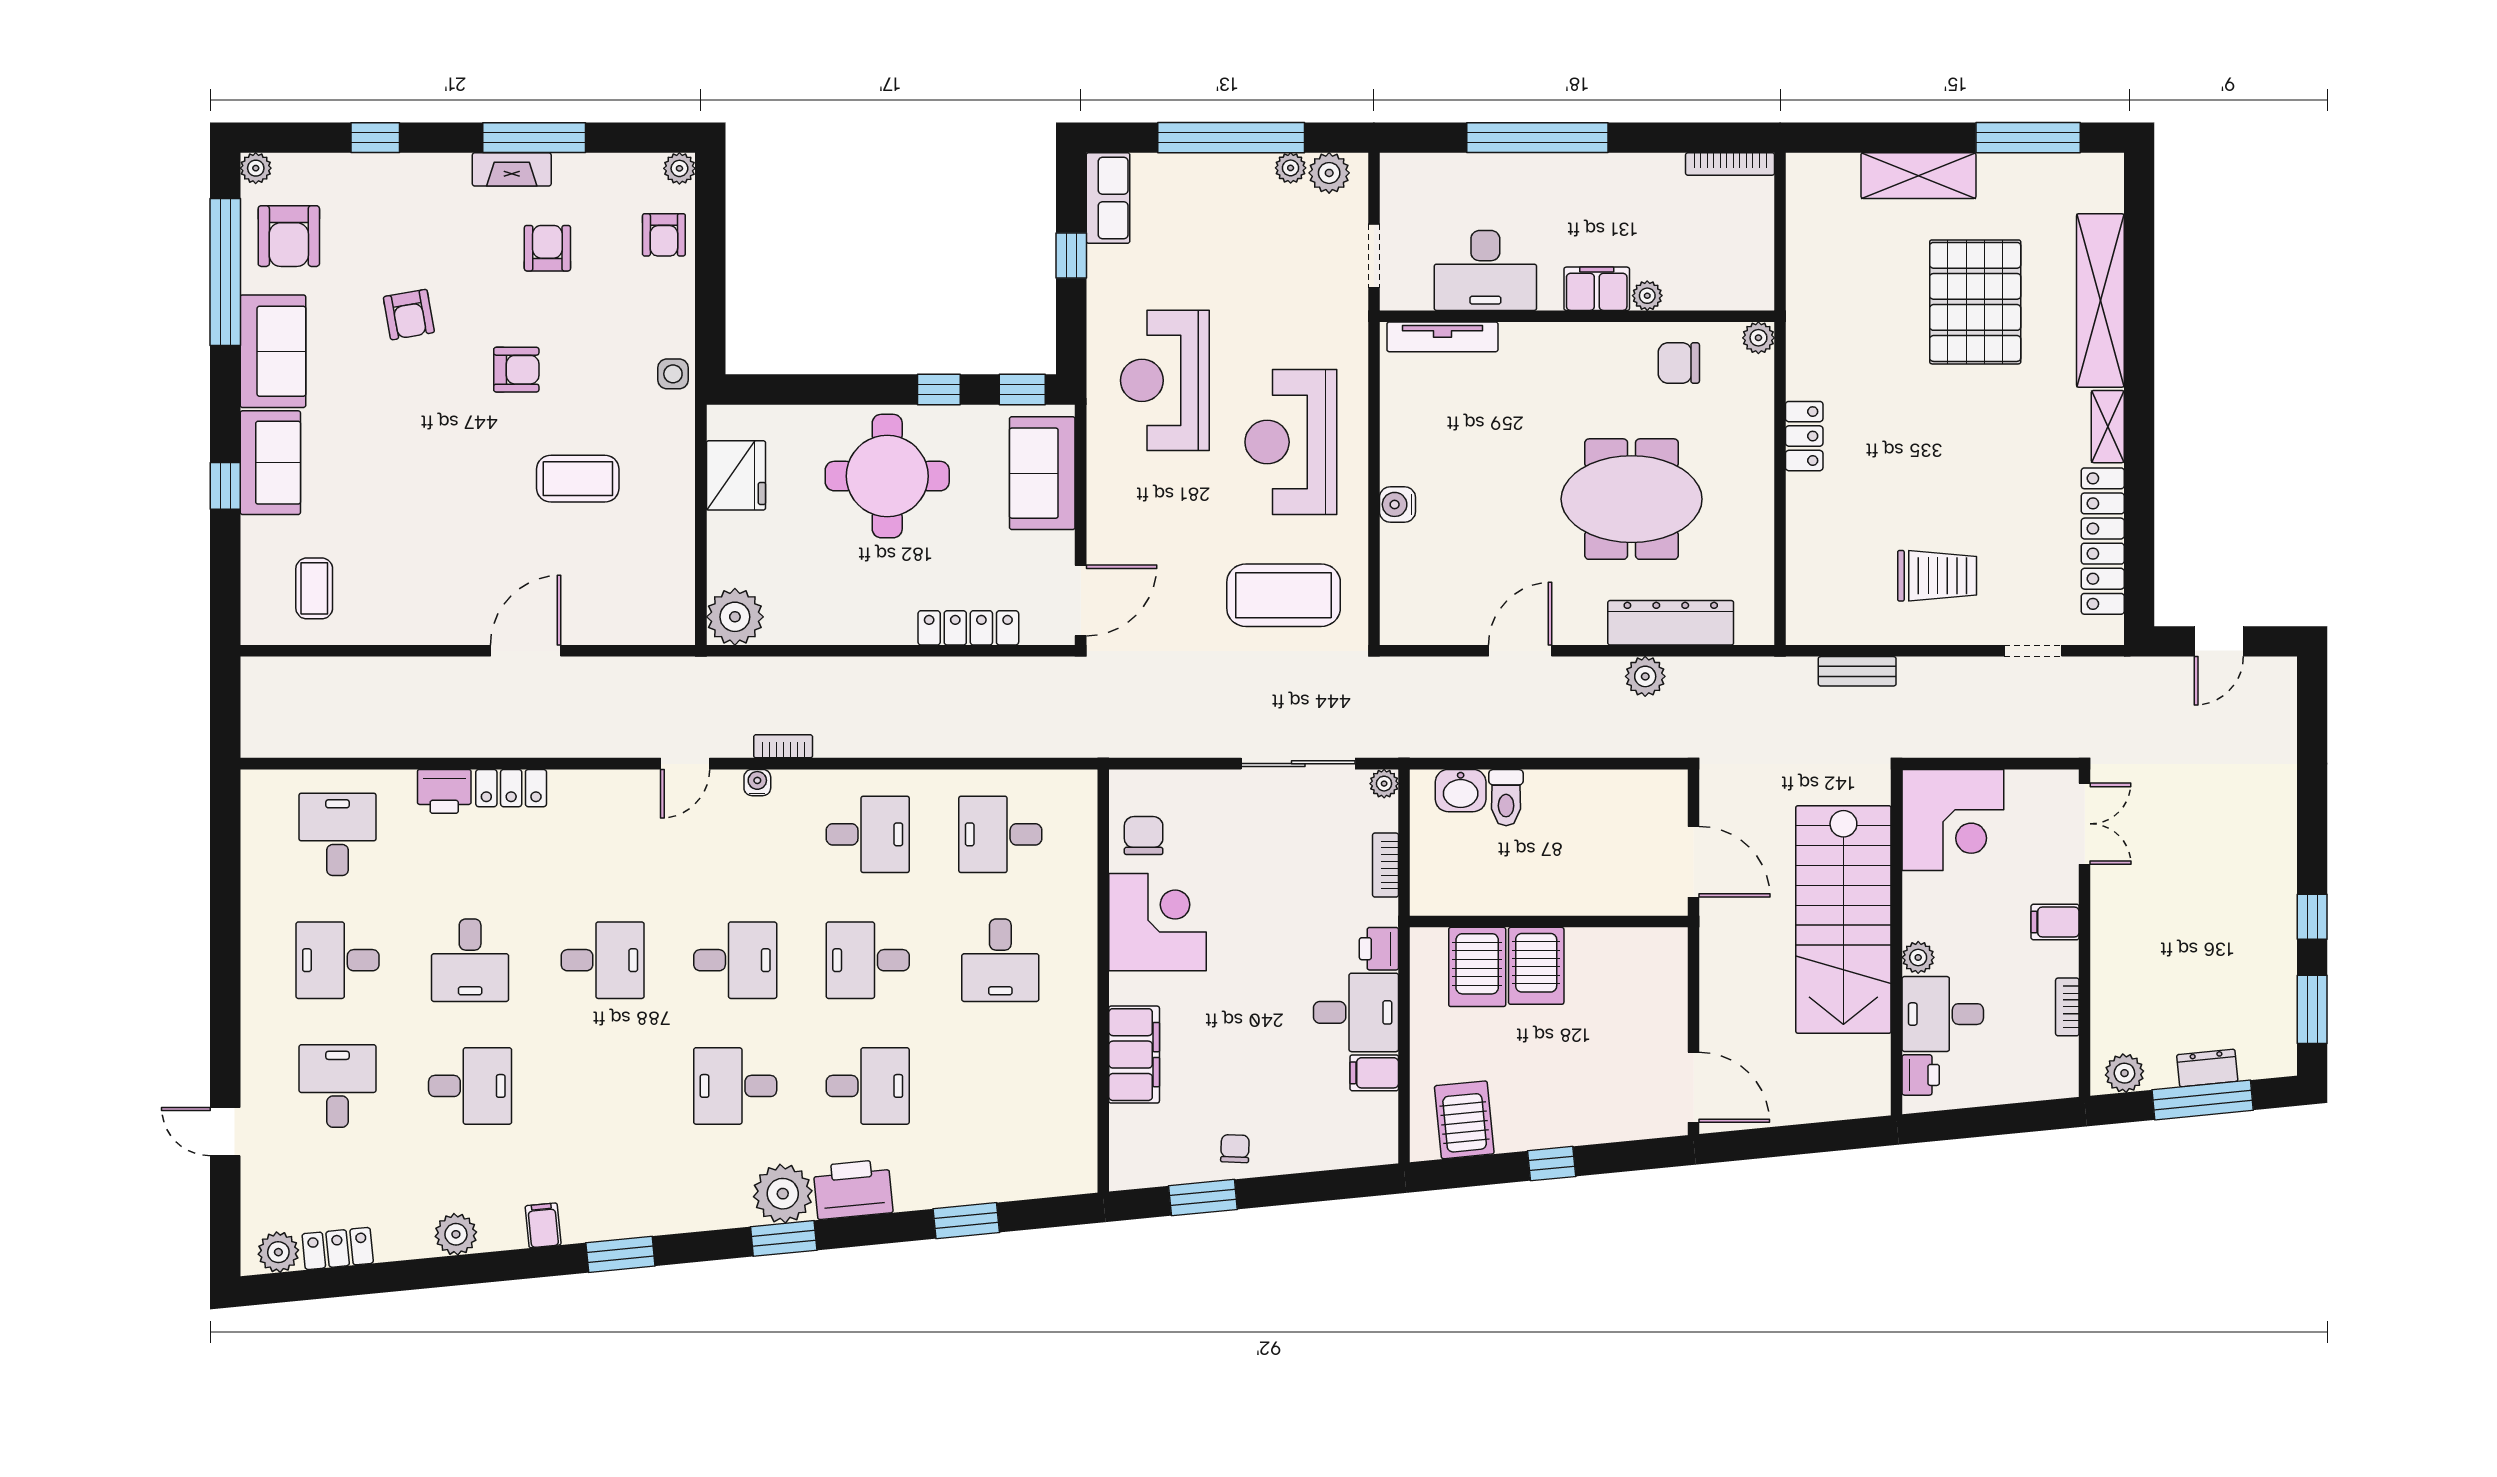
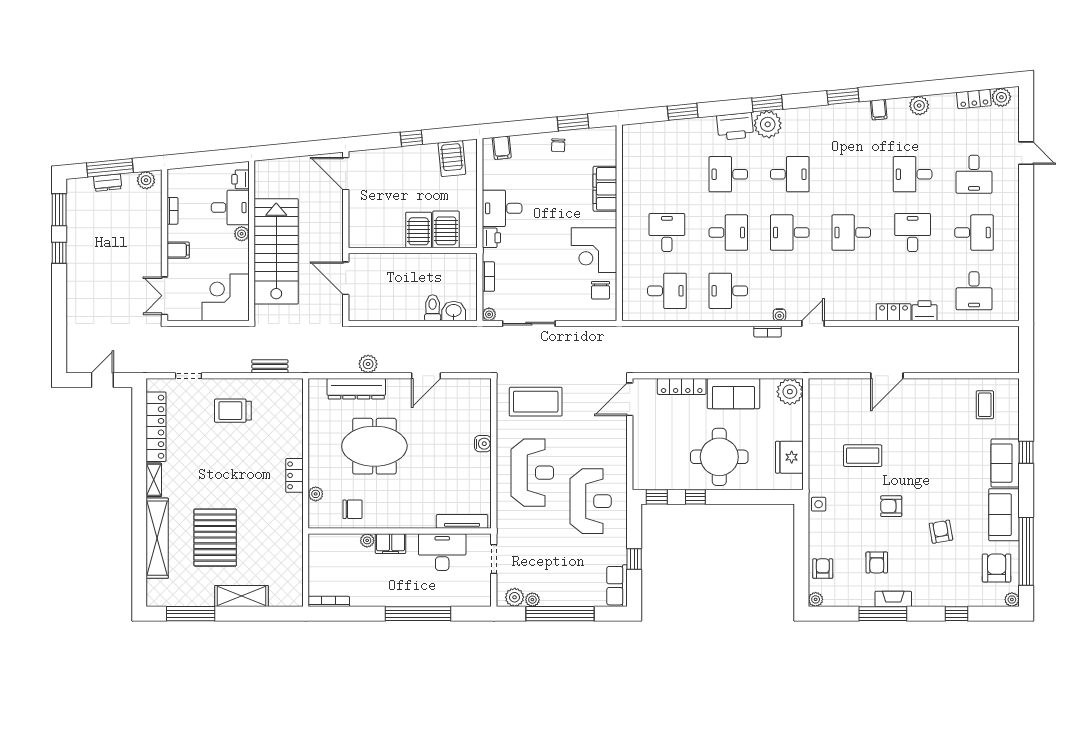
plant: (1758, 338) -> (316, 494), moved
sofa: (1042, 473) -> (734, 394), moved, turned 90
filing cabinet: (1374, 1073) -> (502, 148), moved, turned 84

